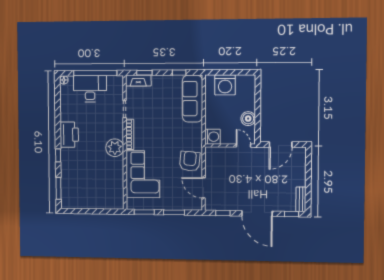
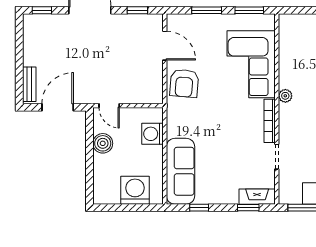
washing machine: (212, 137) -> (152, 134), moved
plant: (115, 148) -> (285, 96), width x0.53, depth x0.53
bench: (301, 199) -> (29, 84), moved

